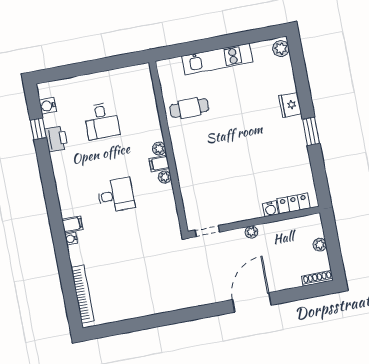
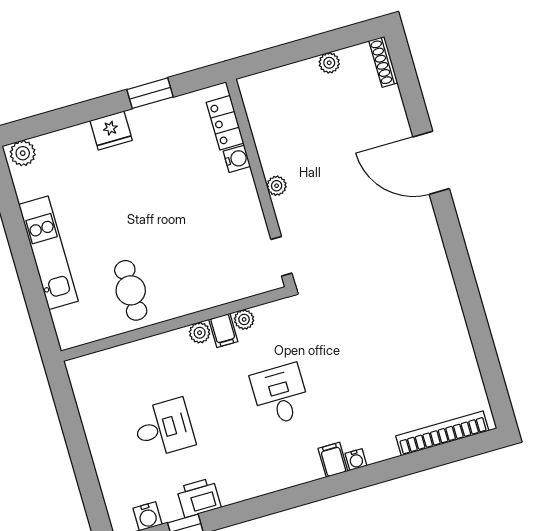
locker: (294, 203) -> (225, 123), moved
water cooler: (270, 209) -> (237, 159), moved
wall: (254, 222) -> (260, 183), moved
doorway: (207, 231) -> (281, 256), moved
plant: (251, 232) -> (277, 186), moved

